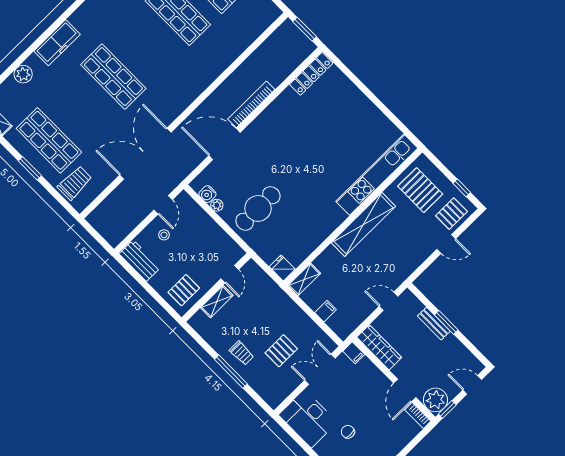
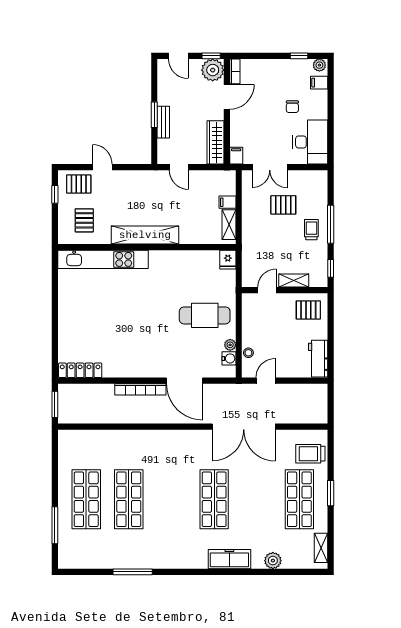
pallet: (420, 190) -> (84, 220), width x0.67, depth x0.71
stool: (164, 235) -> (248, 353), moved
shelving: (304, 279) -> (229, 225), moved, turned 90
window: (198, 338) -> (331, 268), added

